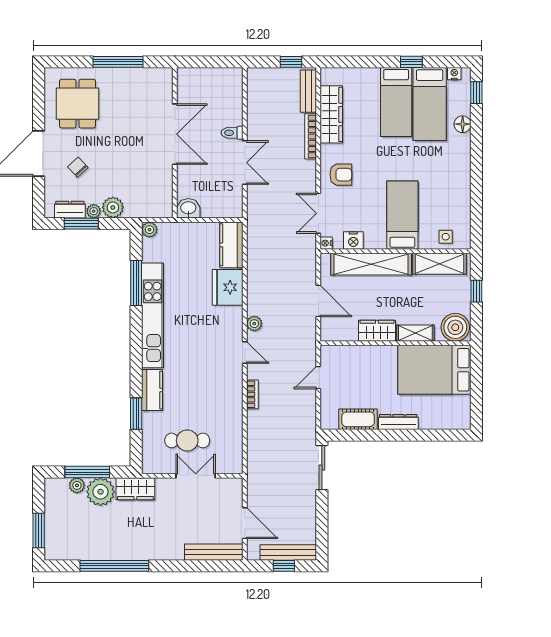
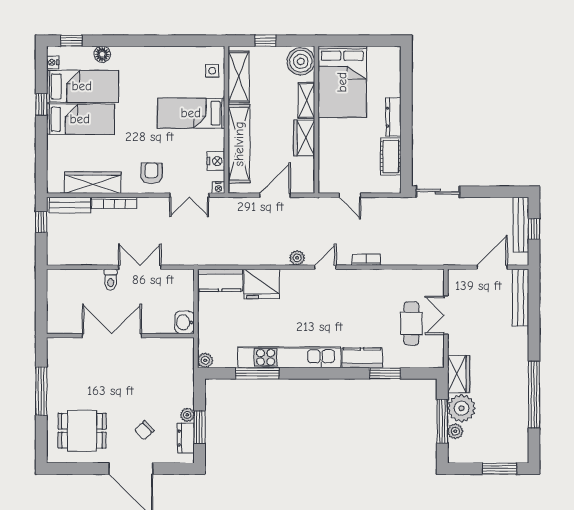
plant: (113, 207) -> (184, 396), removed

